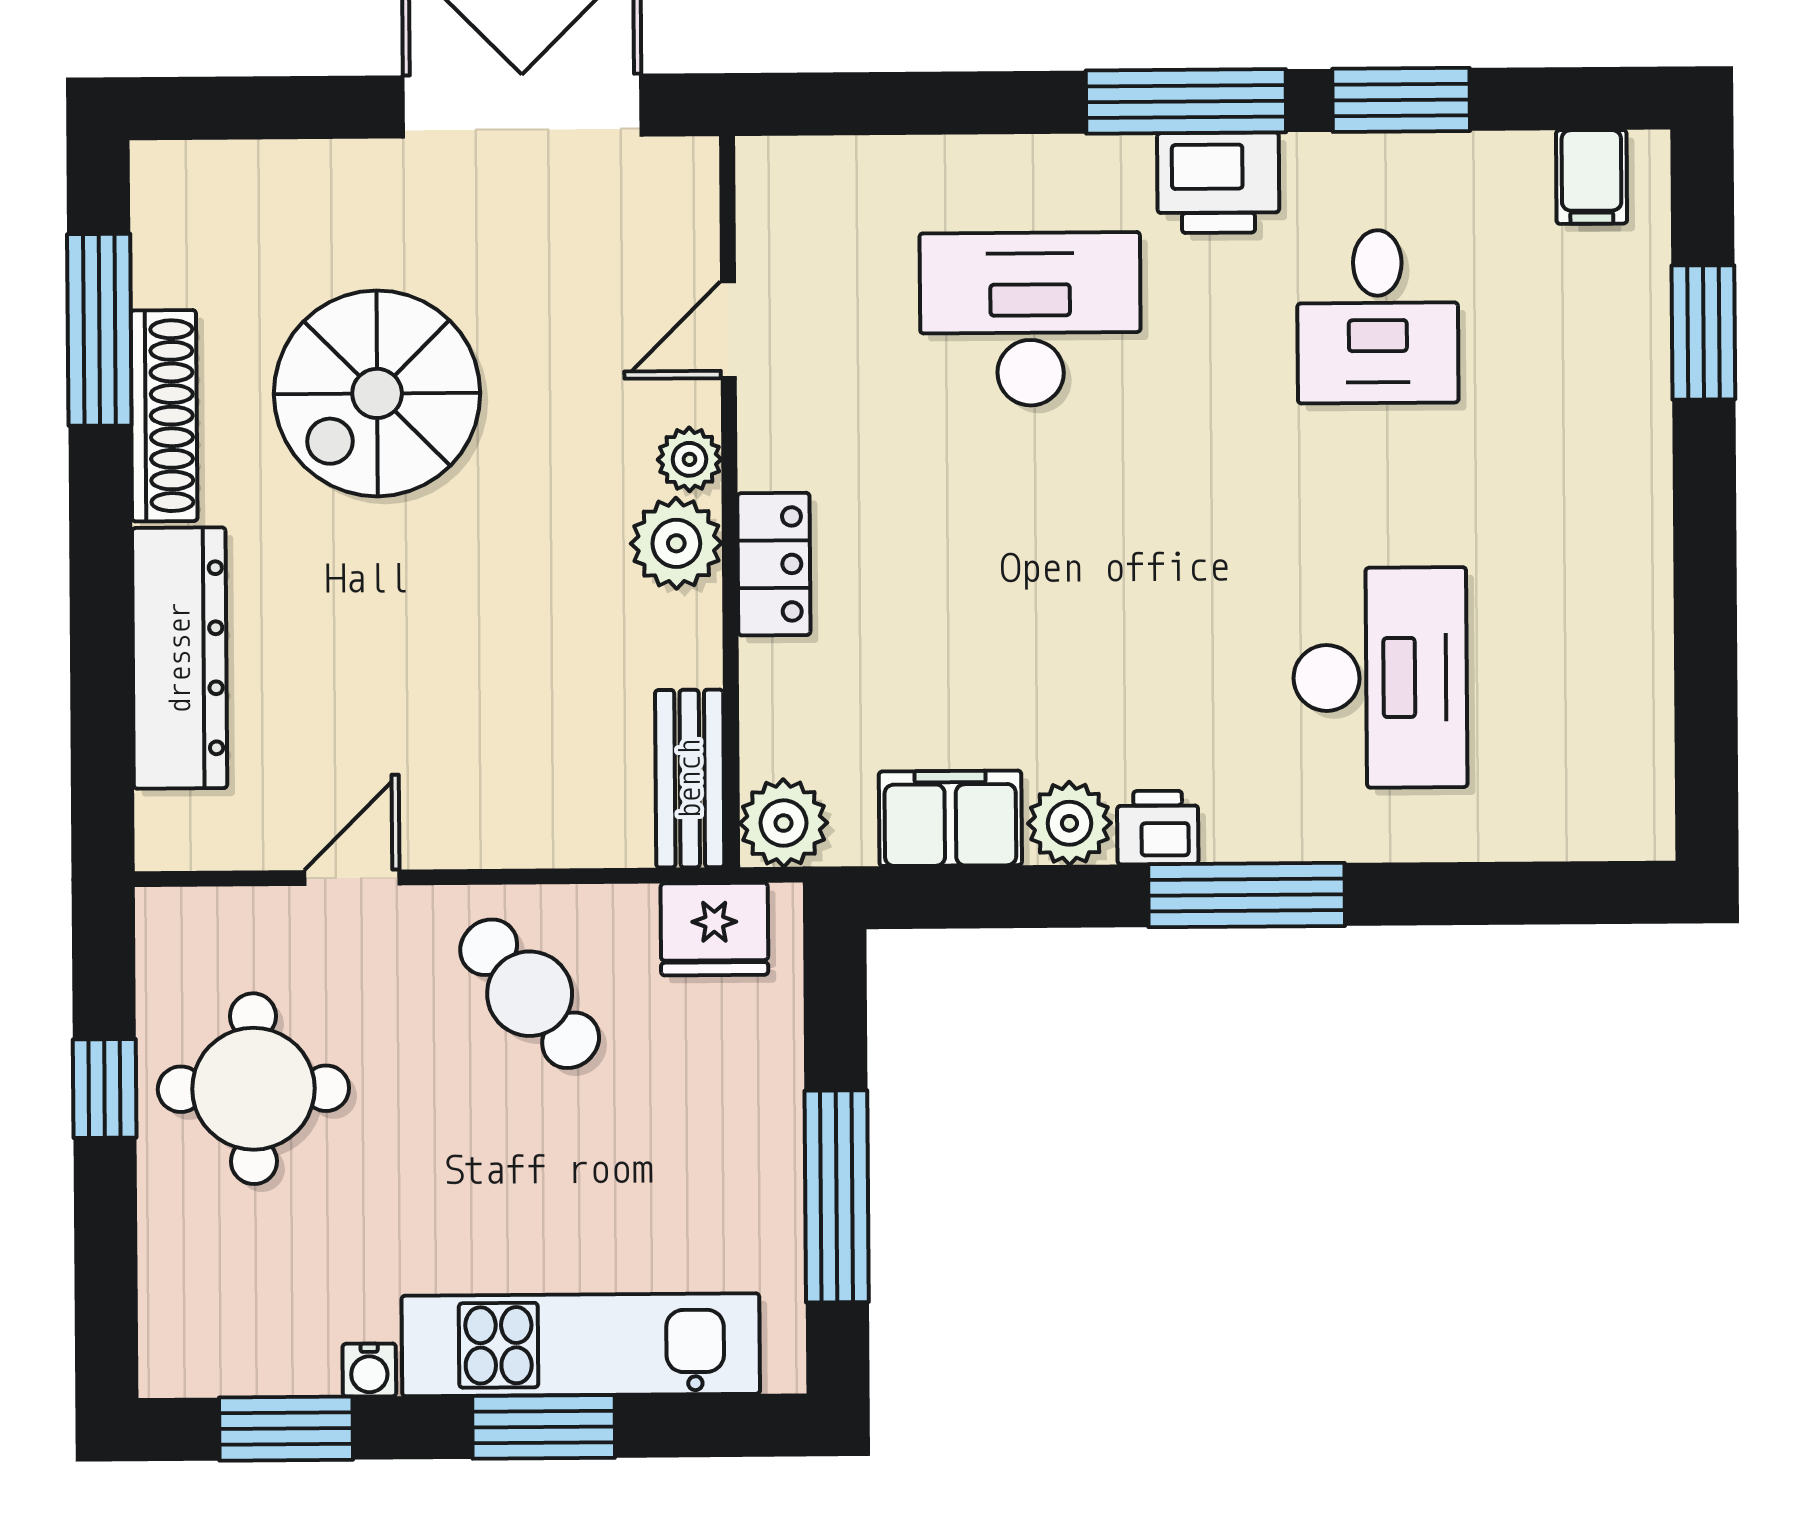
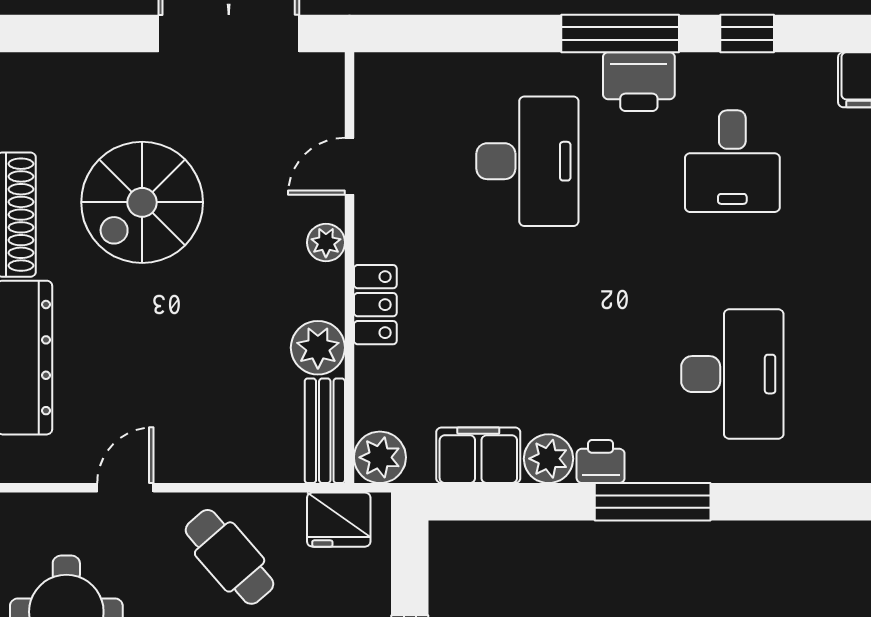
window: (1401, 100) -> (747, 34), width x0.67
desk: (1030, 319) -> (527, 161), turned 90
plant: (676, 543) -> (318, 348), moved

